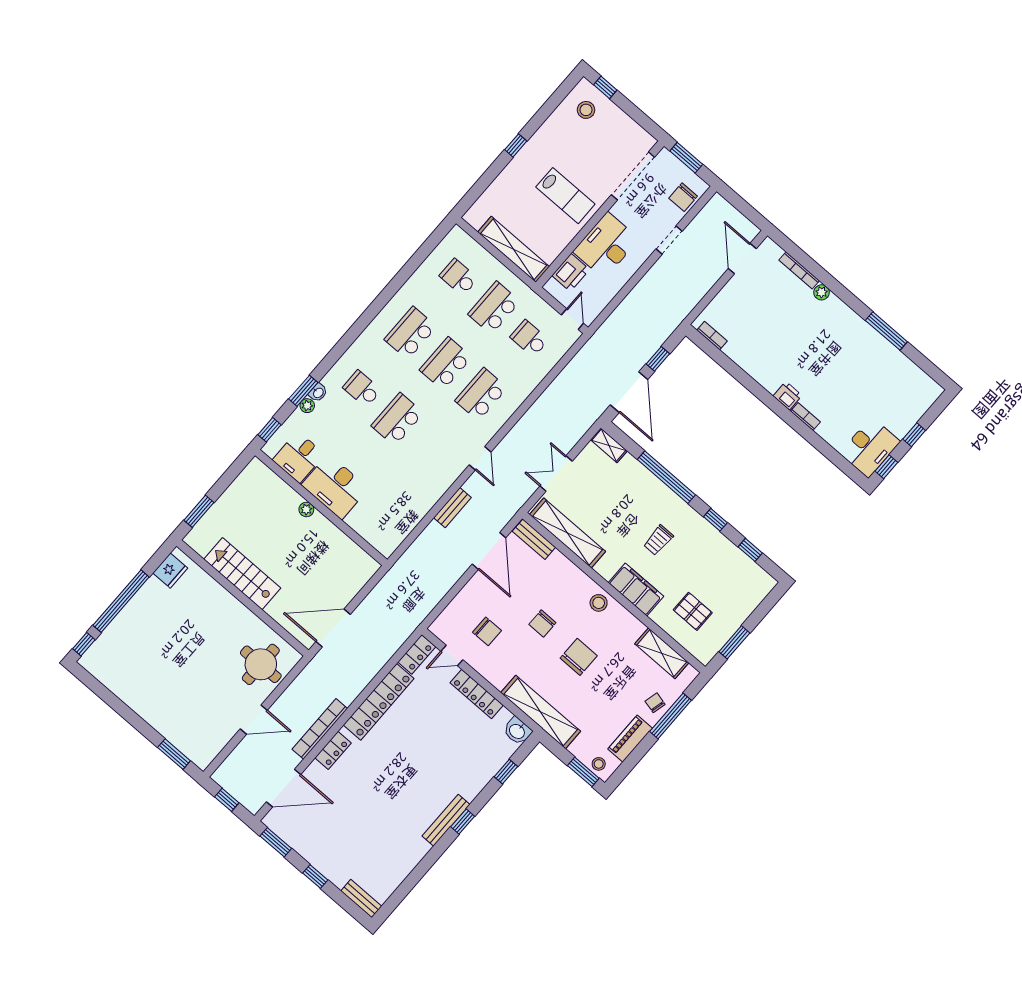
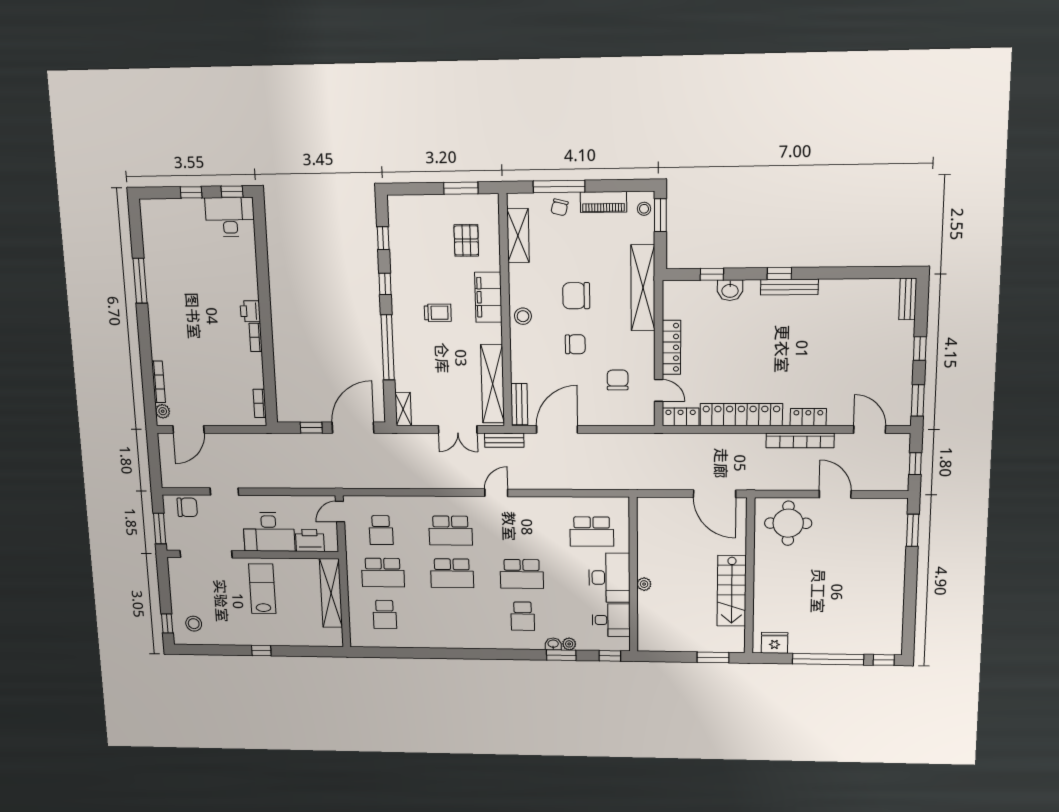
plant: (822, 292) -> (163, 411), moved
school desk: (410, 333) -> (592, 532), moved
bookcase: (806, 417) -> (256, 337), moved
bench: (452, 508) -> (504, 440), moved
washbasin: (517, 731) -> (730, 290), moved, turned 90
door: (284, 788) -> (870, 429), width x0.73

